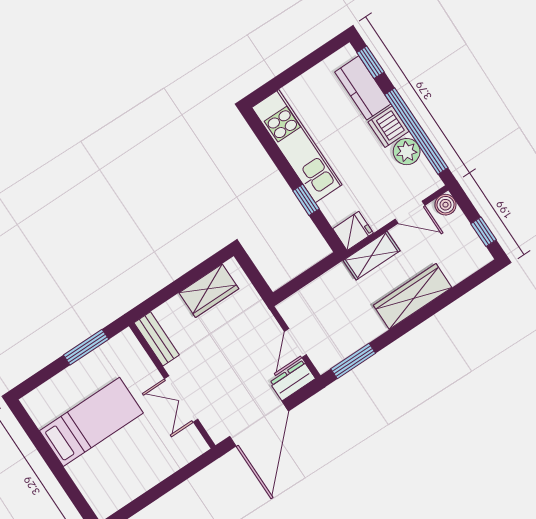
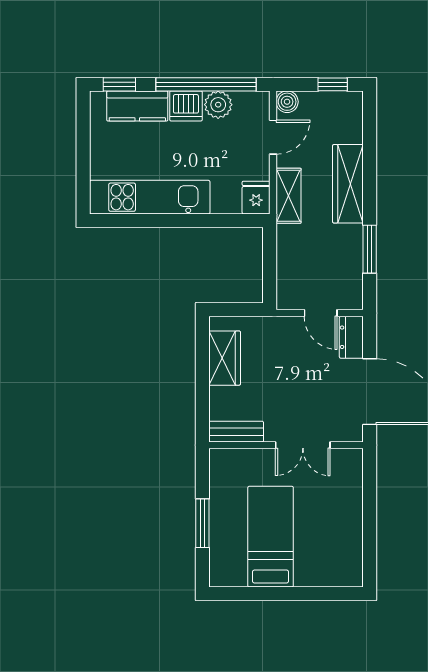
window: (306, 200) -> (202, 221), removed
window: (86, 347) -> (202, 523), moved
window: (353, 361) -> (370, 249), moved

